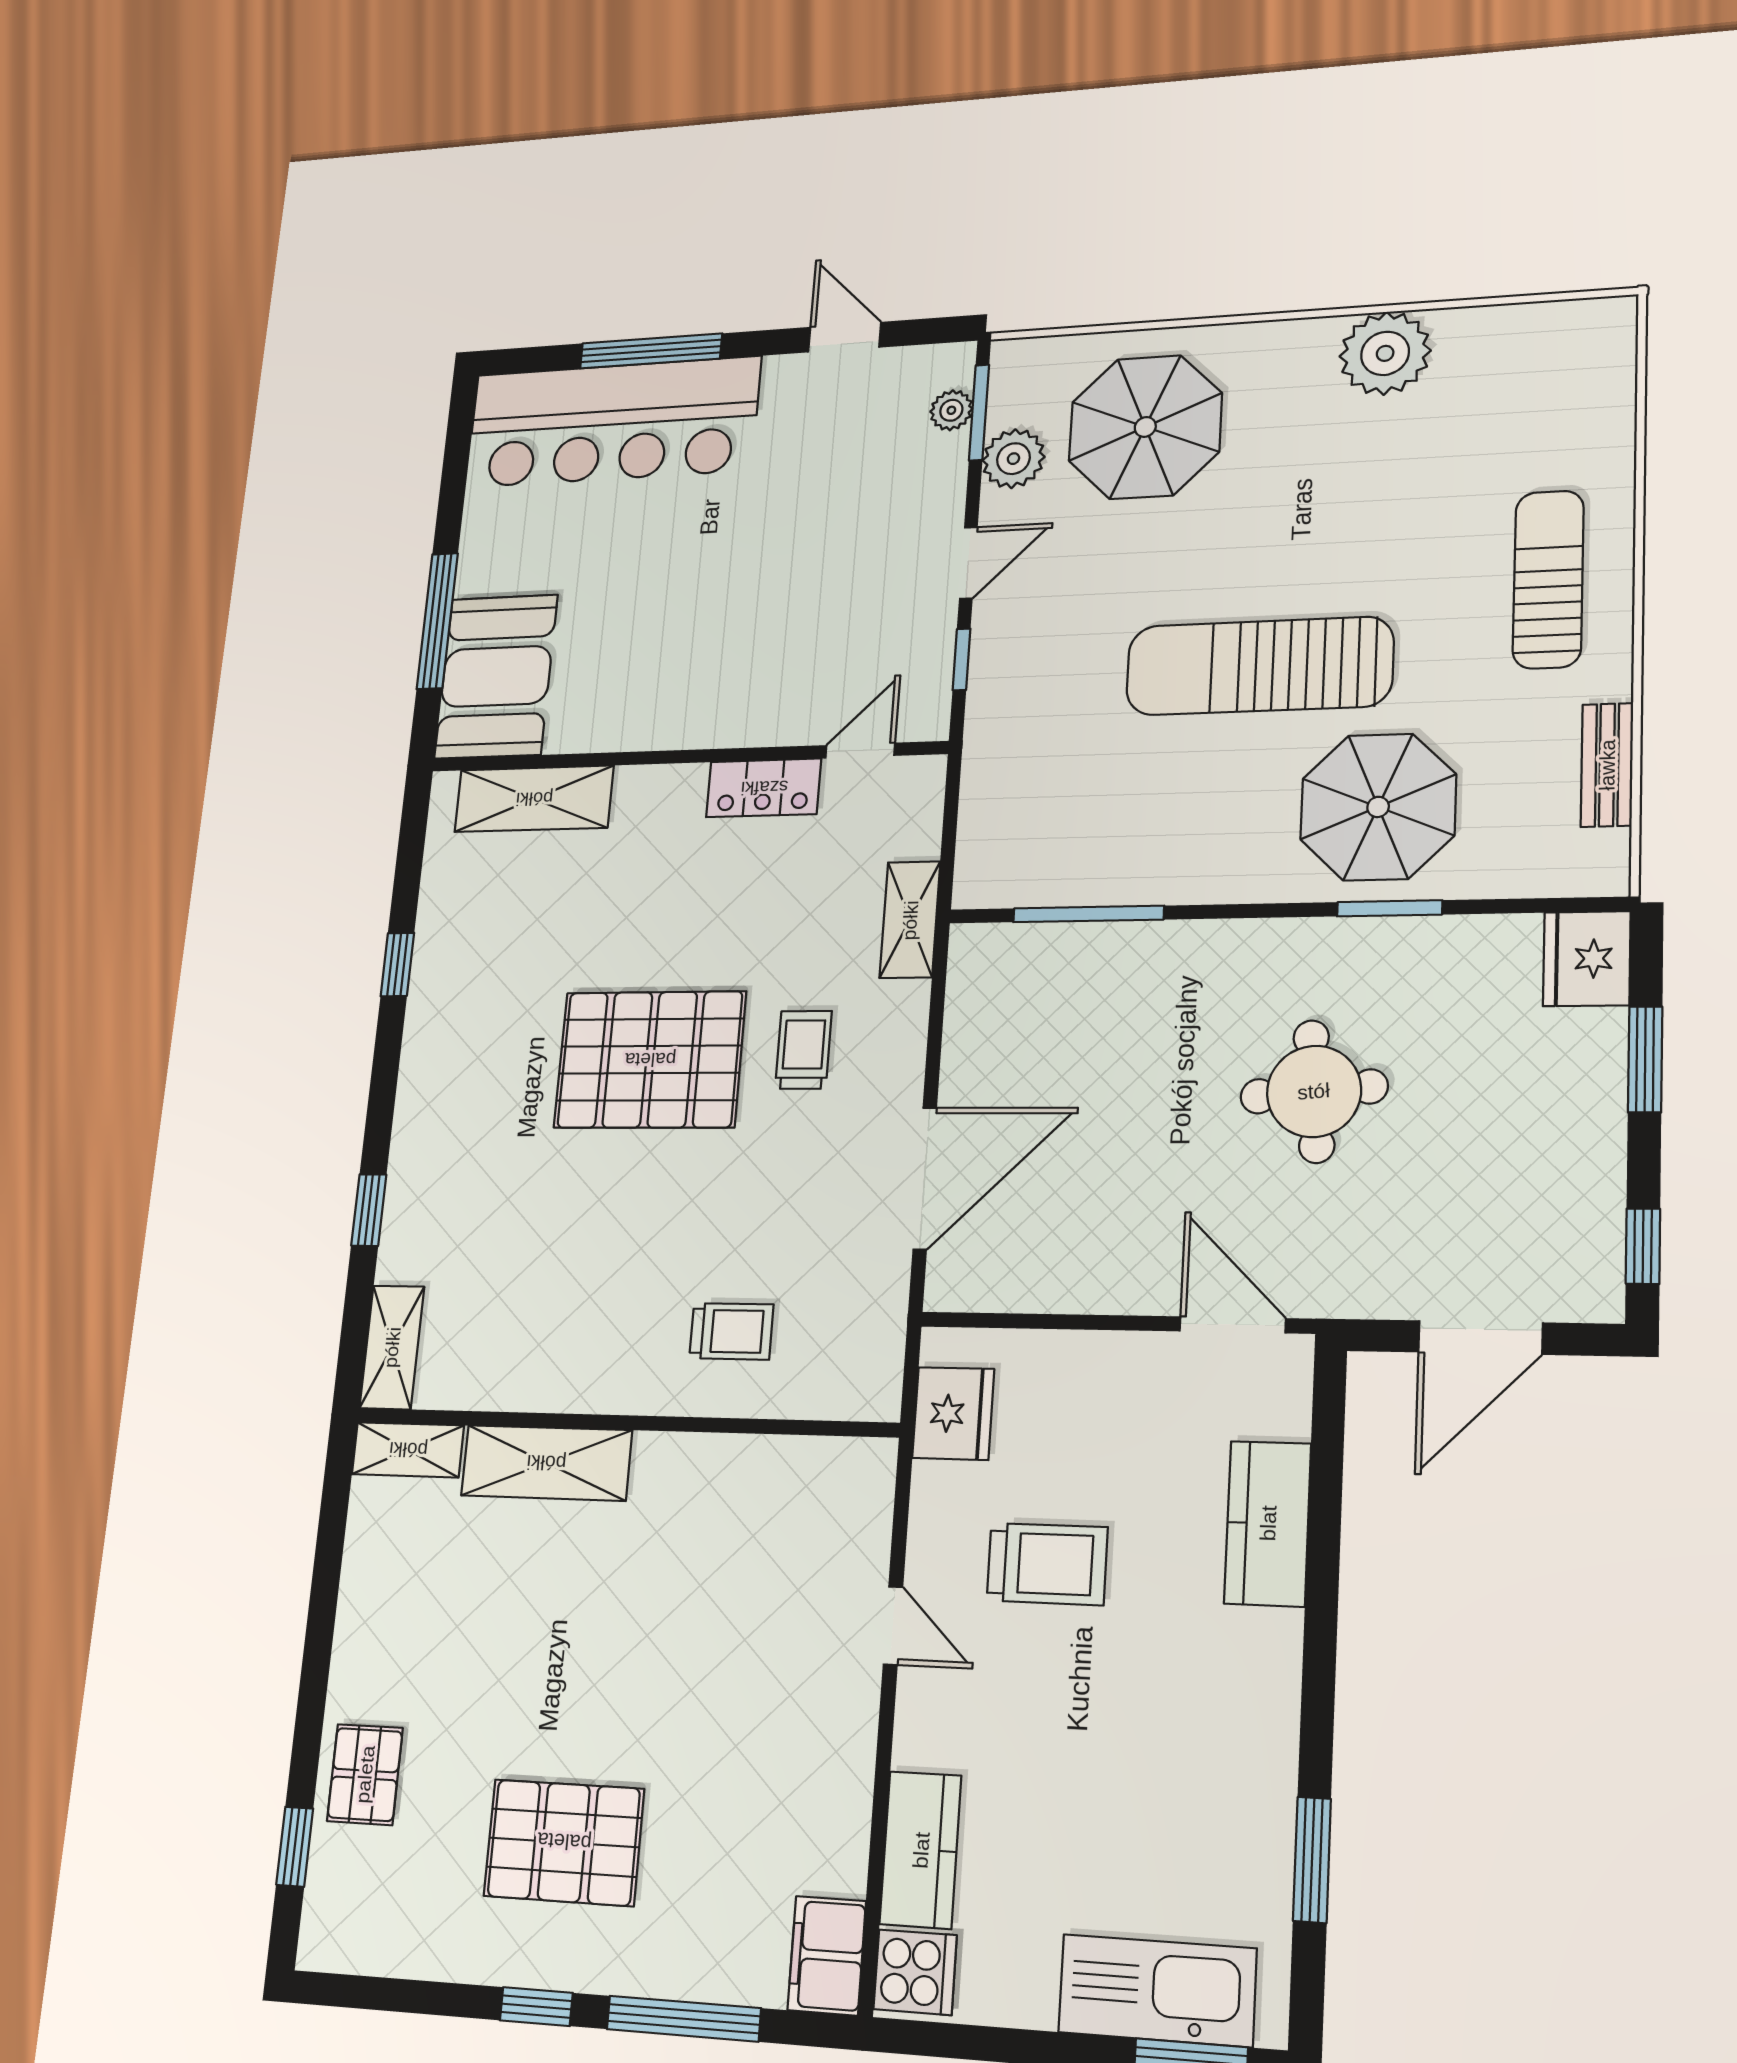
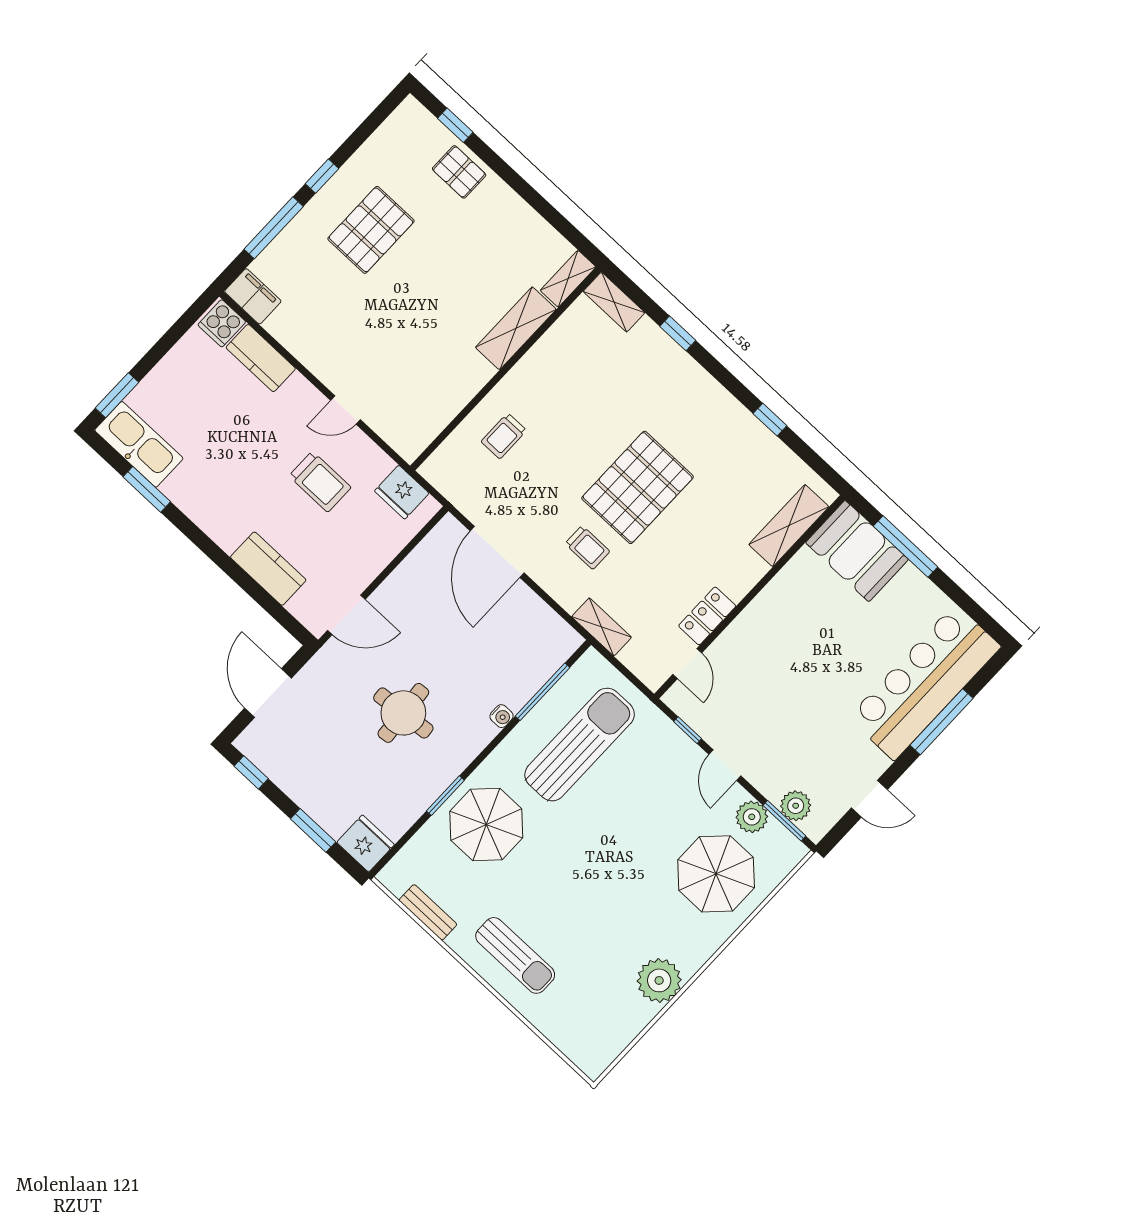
plant: (951, 410) -> (796, 806), width x1.38, depth x1.38
sun lounger: (1259, 666) -> (580, 745), moved
water cooler: (1182, 939) -> (502, 716), added
trolley: (1047, 1564) -> (320, 482), turned -90
kitchen sink: (1157, 1990) -> (139, 444), moved, turned -90

